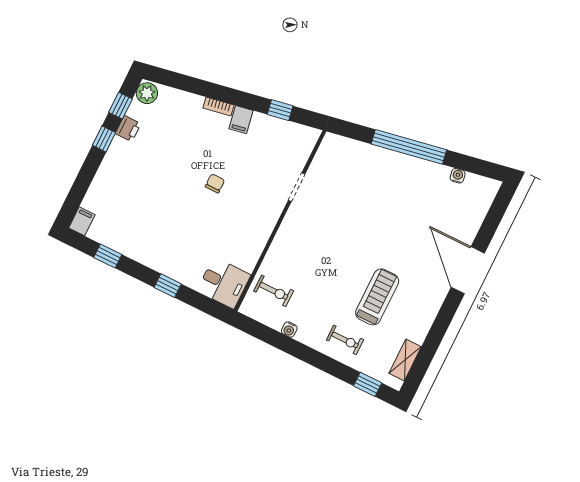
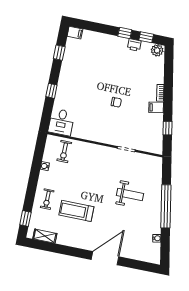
weight bench: (374, 201) -> (130, 195), added
treadmill: (377, 297) -> (76, 211), turned 180

